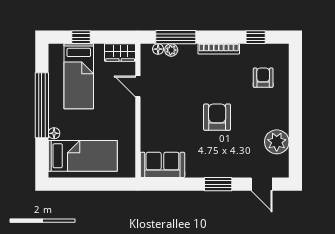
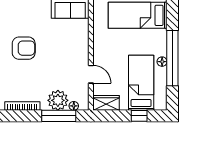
plant: (171, 50) -> (58, 100), width x1.88, depth x1.88
armchair: (217, 117) -> (24, 48), turned -90
floor lamp: (54, 133) -> (162, 62), moved

